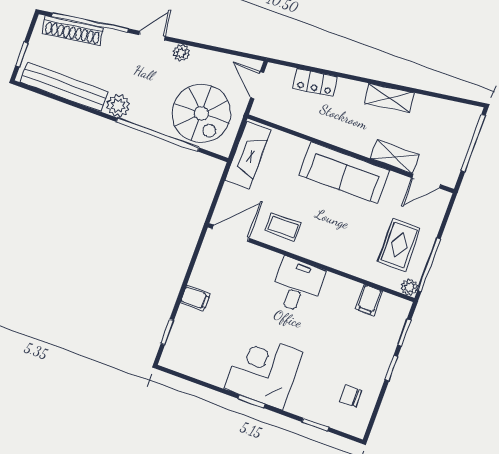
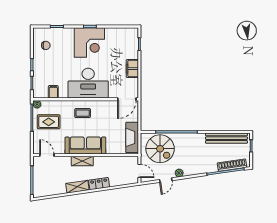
door: (152, 36) -> (166, 180), moved
locker: (315, 83) -> (99, 184), moved
plant: (118, 105) -> (199, 139), removed
spiral stairs: (201, 113) -> (160, 149), turned 180
shelving: (395, 157) -> (82, 161), moved
door: (426, 181) -> (47, 155), hinge flipped
coffee table: (283, 227) -> (83, 113), moved
rug: (399, 245) -> (49, 122), turned 90
desk: (297, 285) -> (88, 83), width x1.87, depth x1.30
filing cabinet: (195, 298) -> (132, 69), width x2.00

